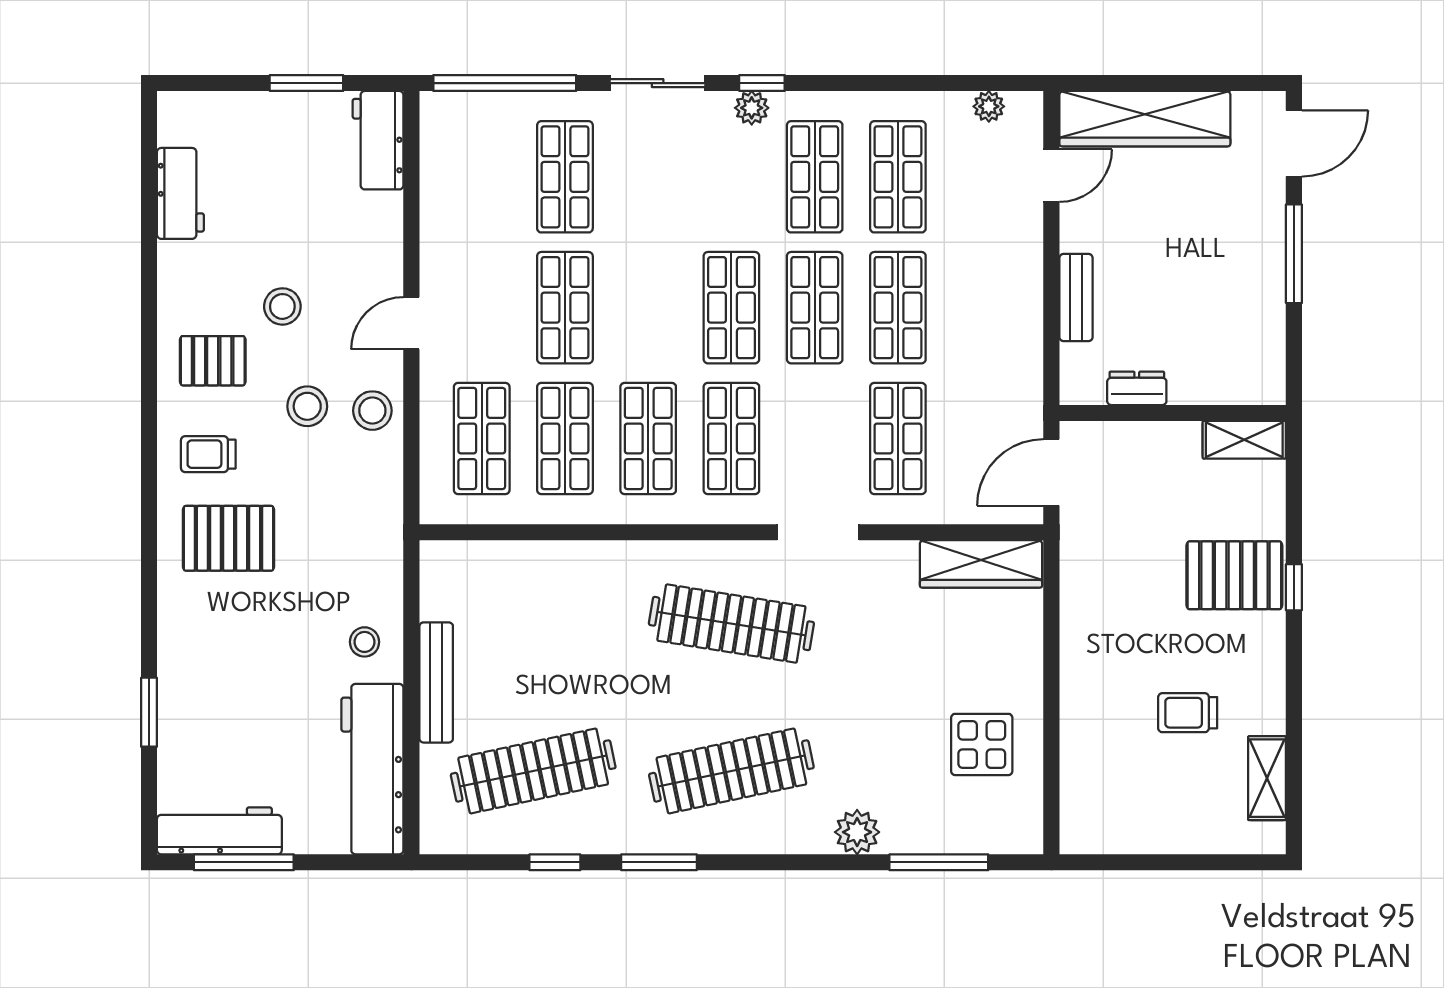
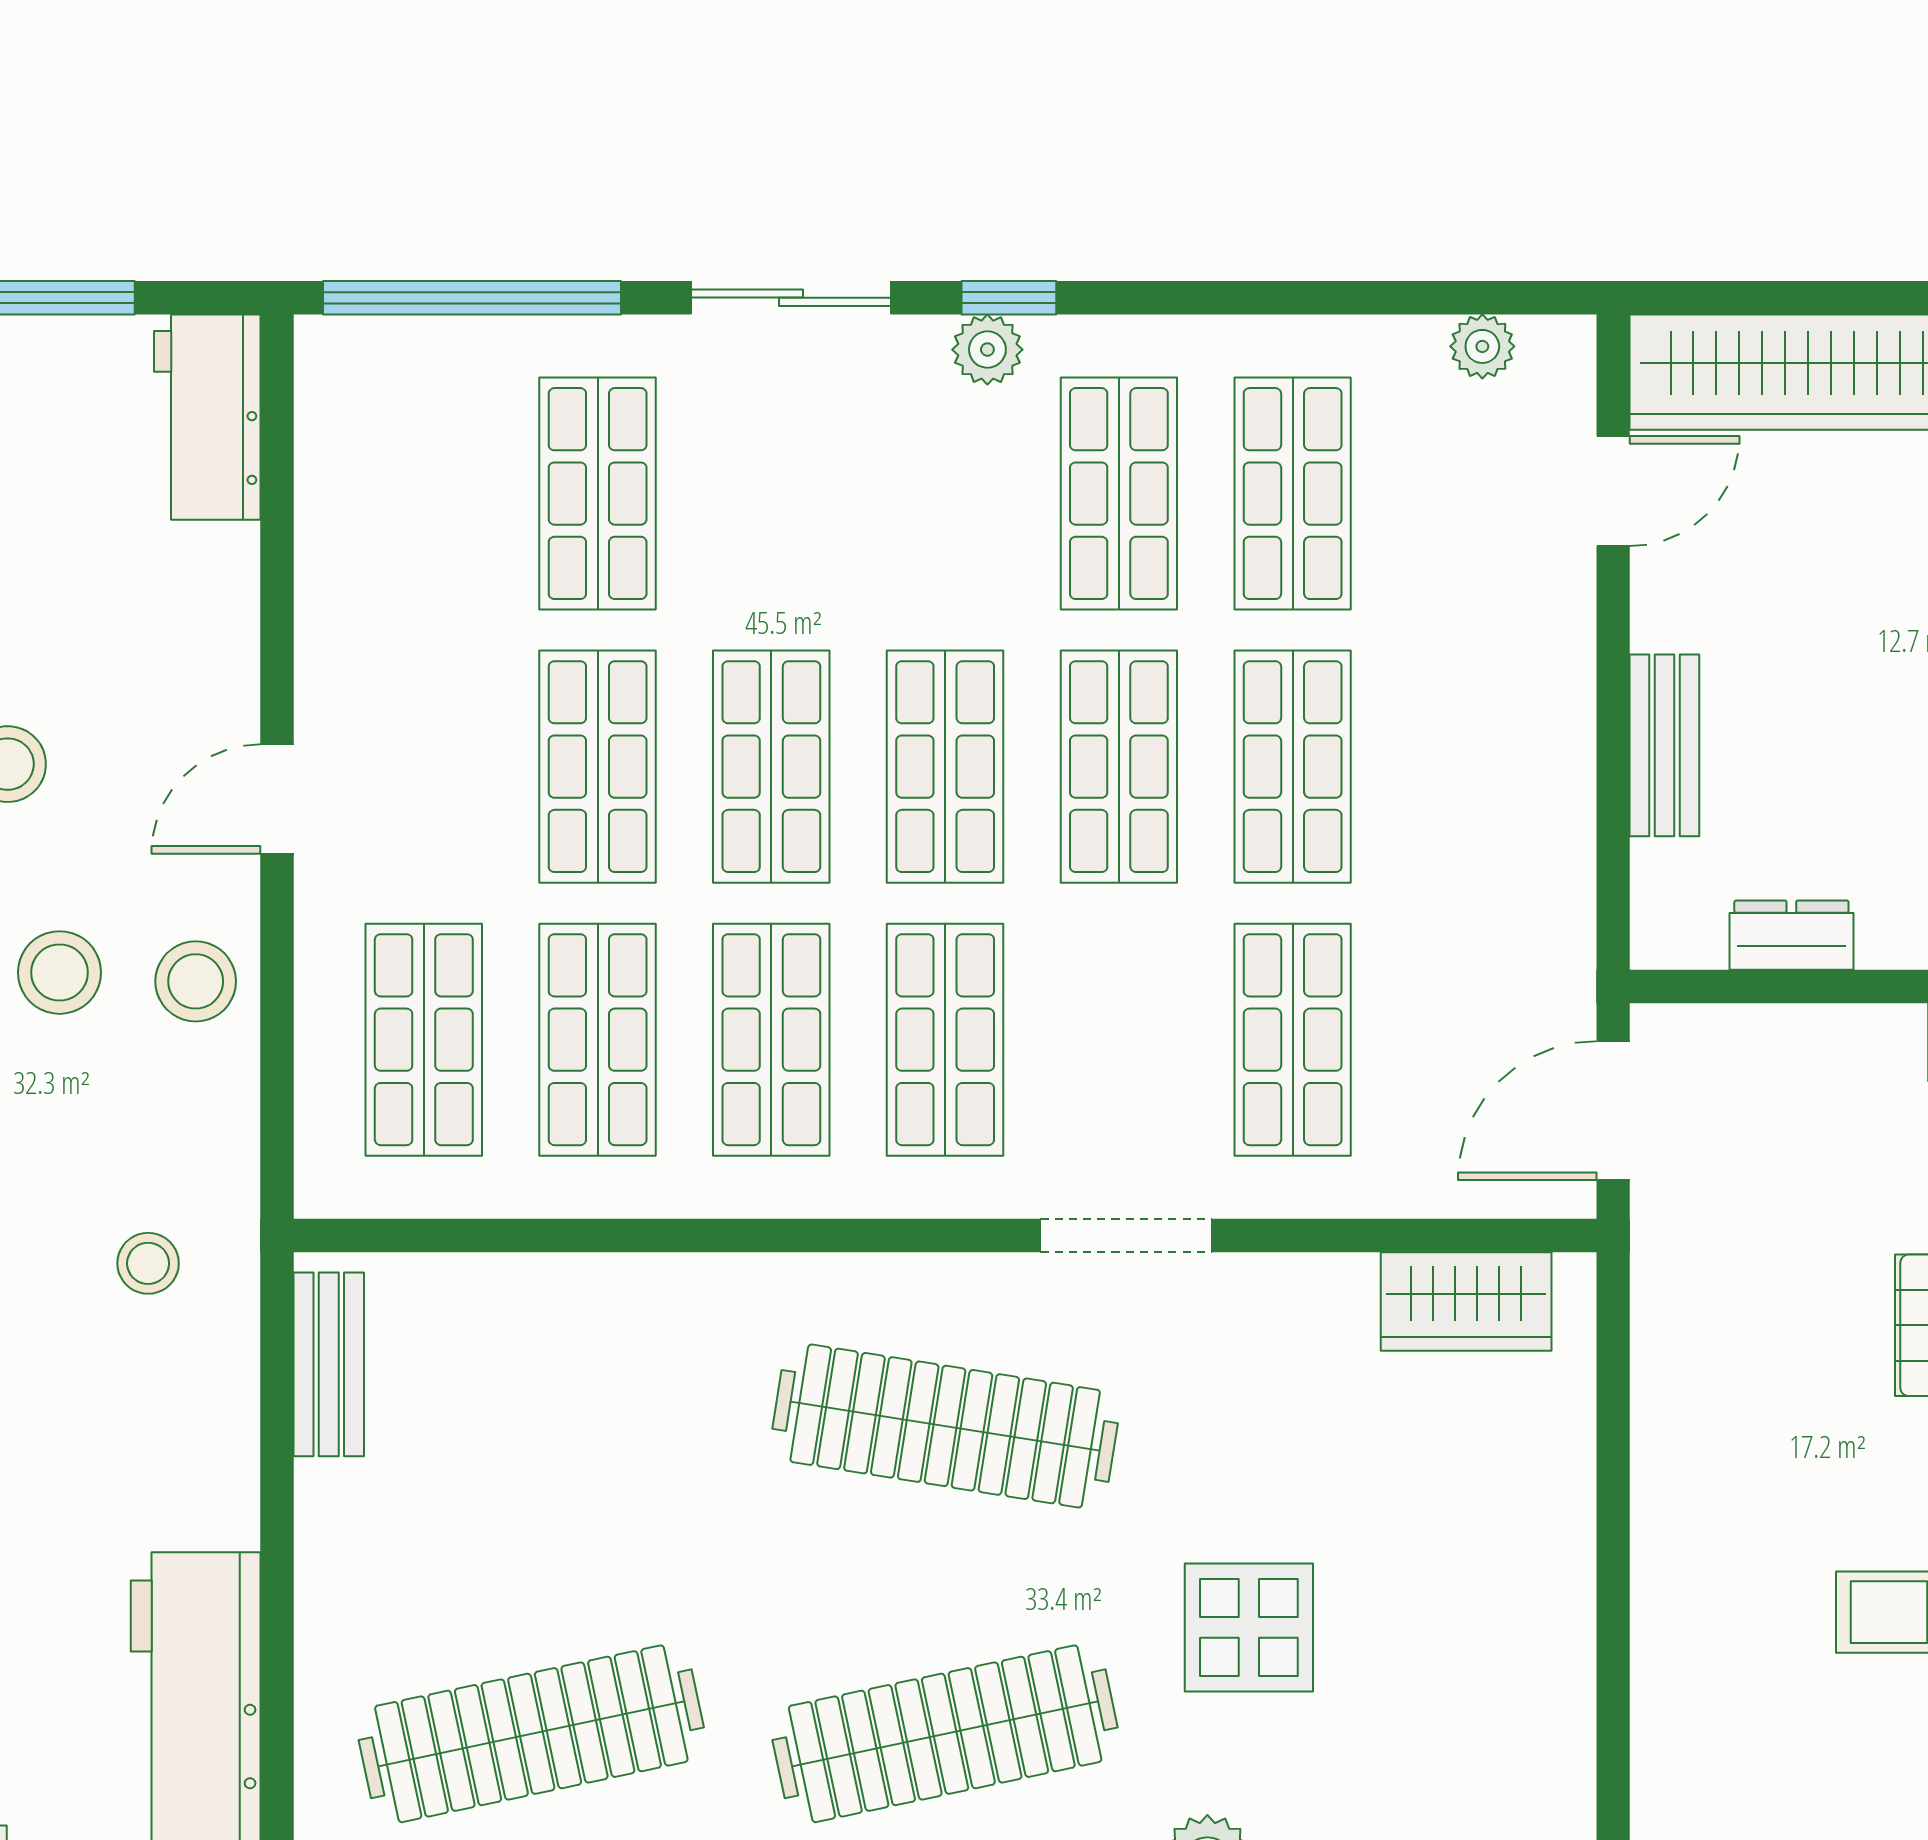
shop shelf: (648, 308) -> (771, 767), added
wardrobe: (981, 564) -> (1466, 1302), width x0.67
stool: (364, 642) -> (148, 1263), moved
bench: (436, 682) -> (329, 1364), moved, width x0.73
display table: (982, 744) -> (1249, 1627), moved

